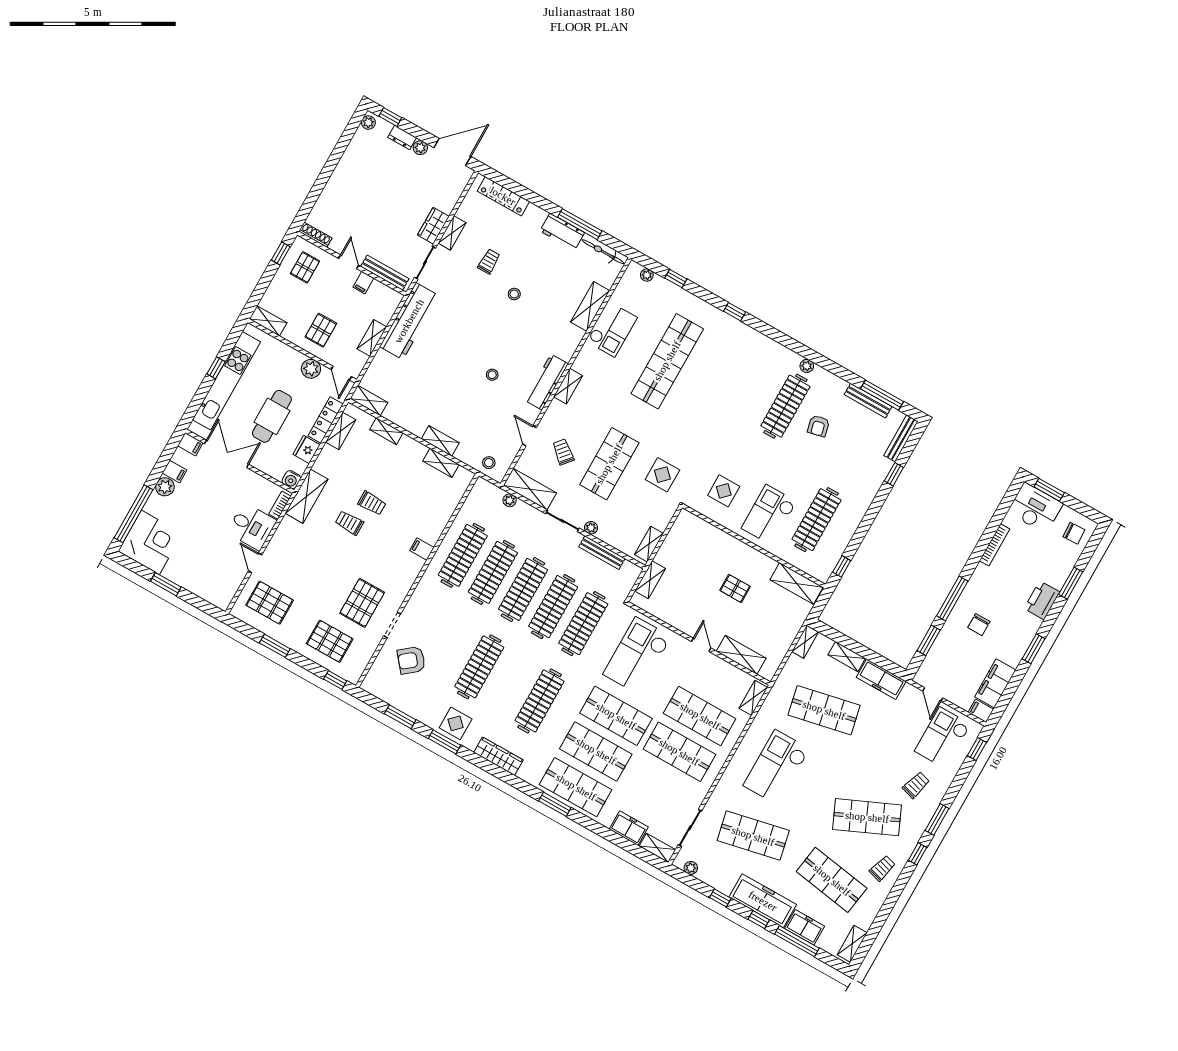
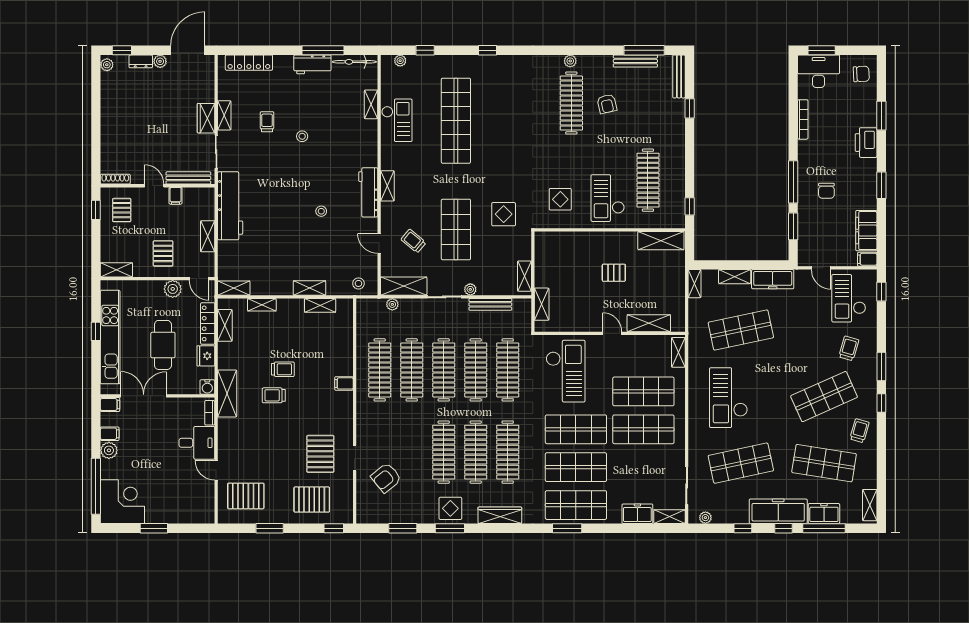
shelving: (590, 306) -> (371, 104), width x0.67, depth x0.75
checkout: (637, 656) -> (566, 371), turned 180
clothes rail: (509, 684) -> (476, 452), added

